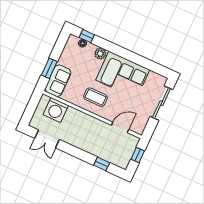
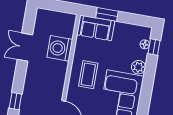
washing machine: (56, 110) -> (60, 48), moved
double door: (47, 139) -> (25, 47), moved

